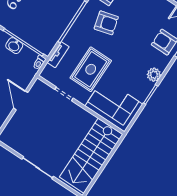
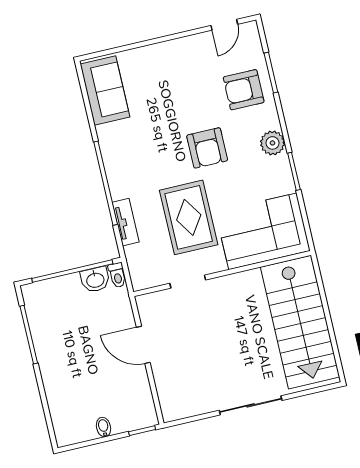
armchair: (106, 23) -> (207, 148), moved, turned 105
washbasin: (14, 46) -> (95, 280), moved
tv unit: (58, 55) -> (126, 222), moved

